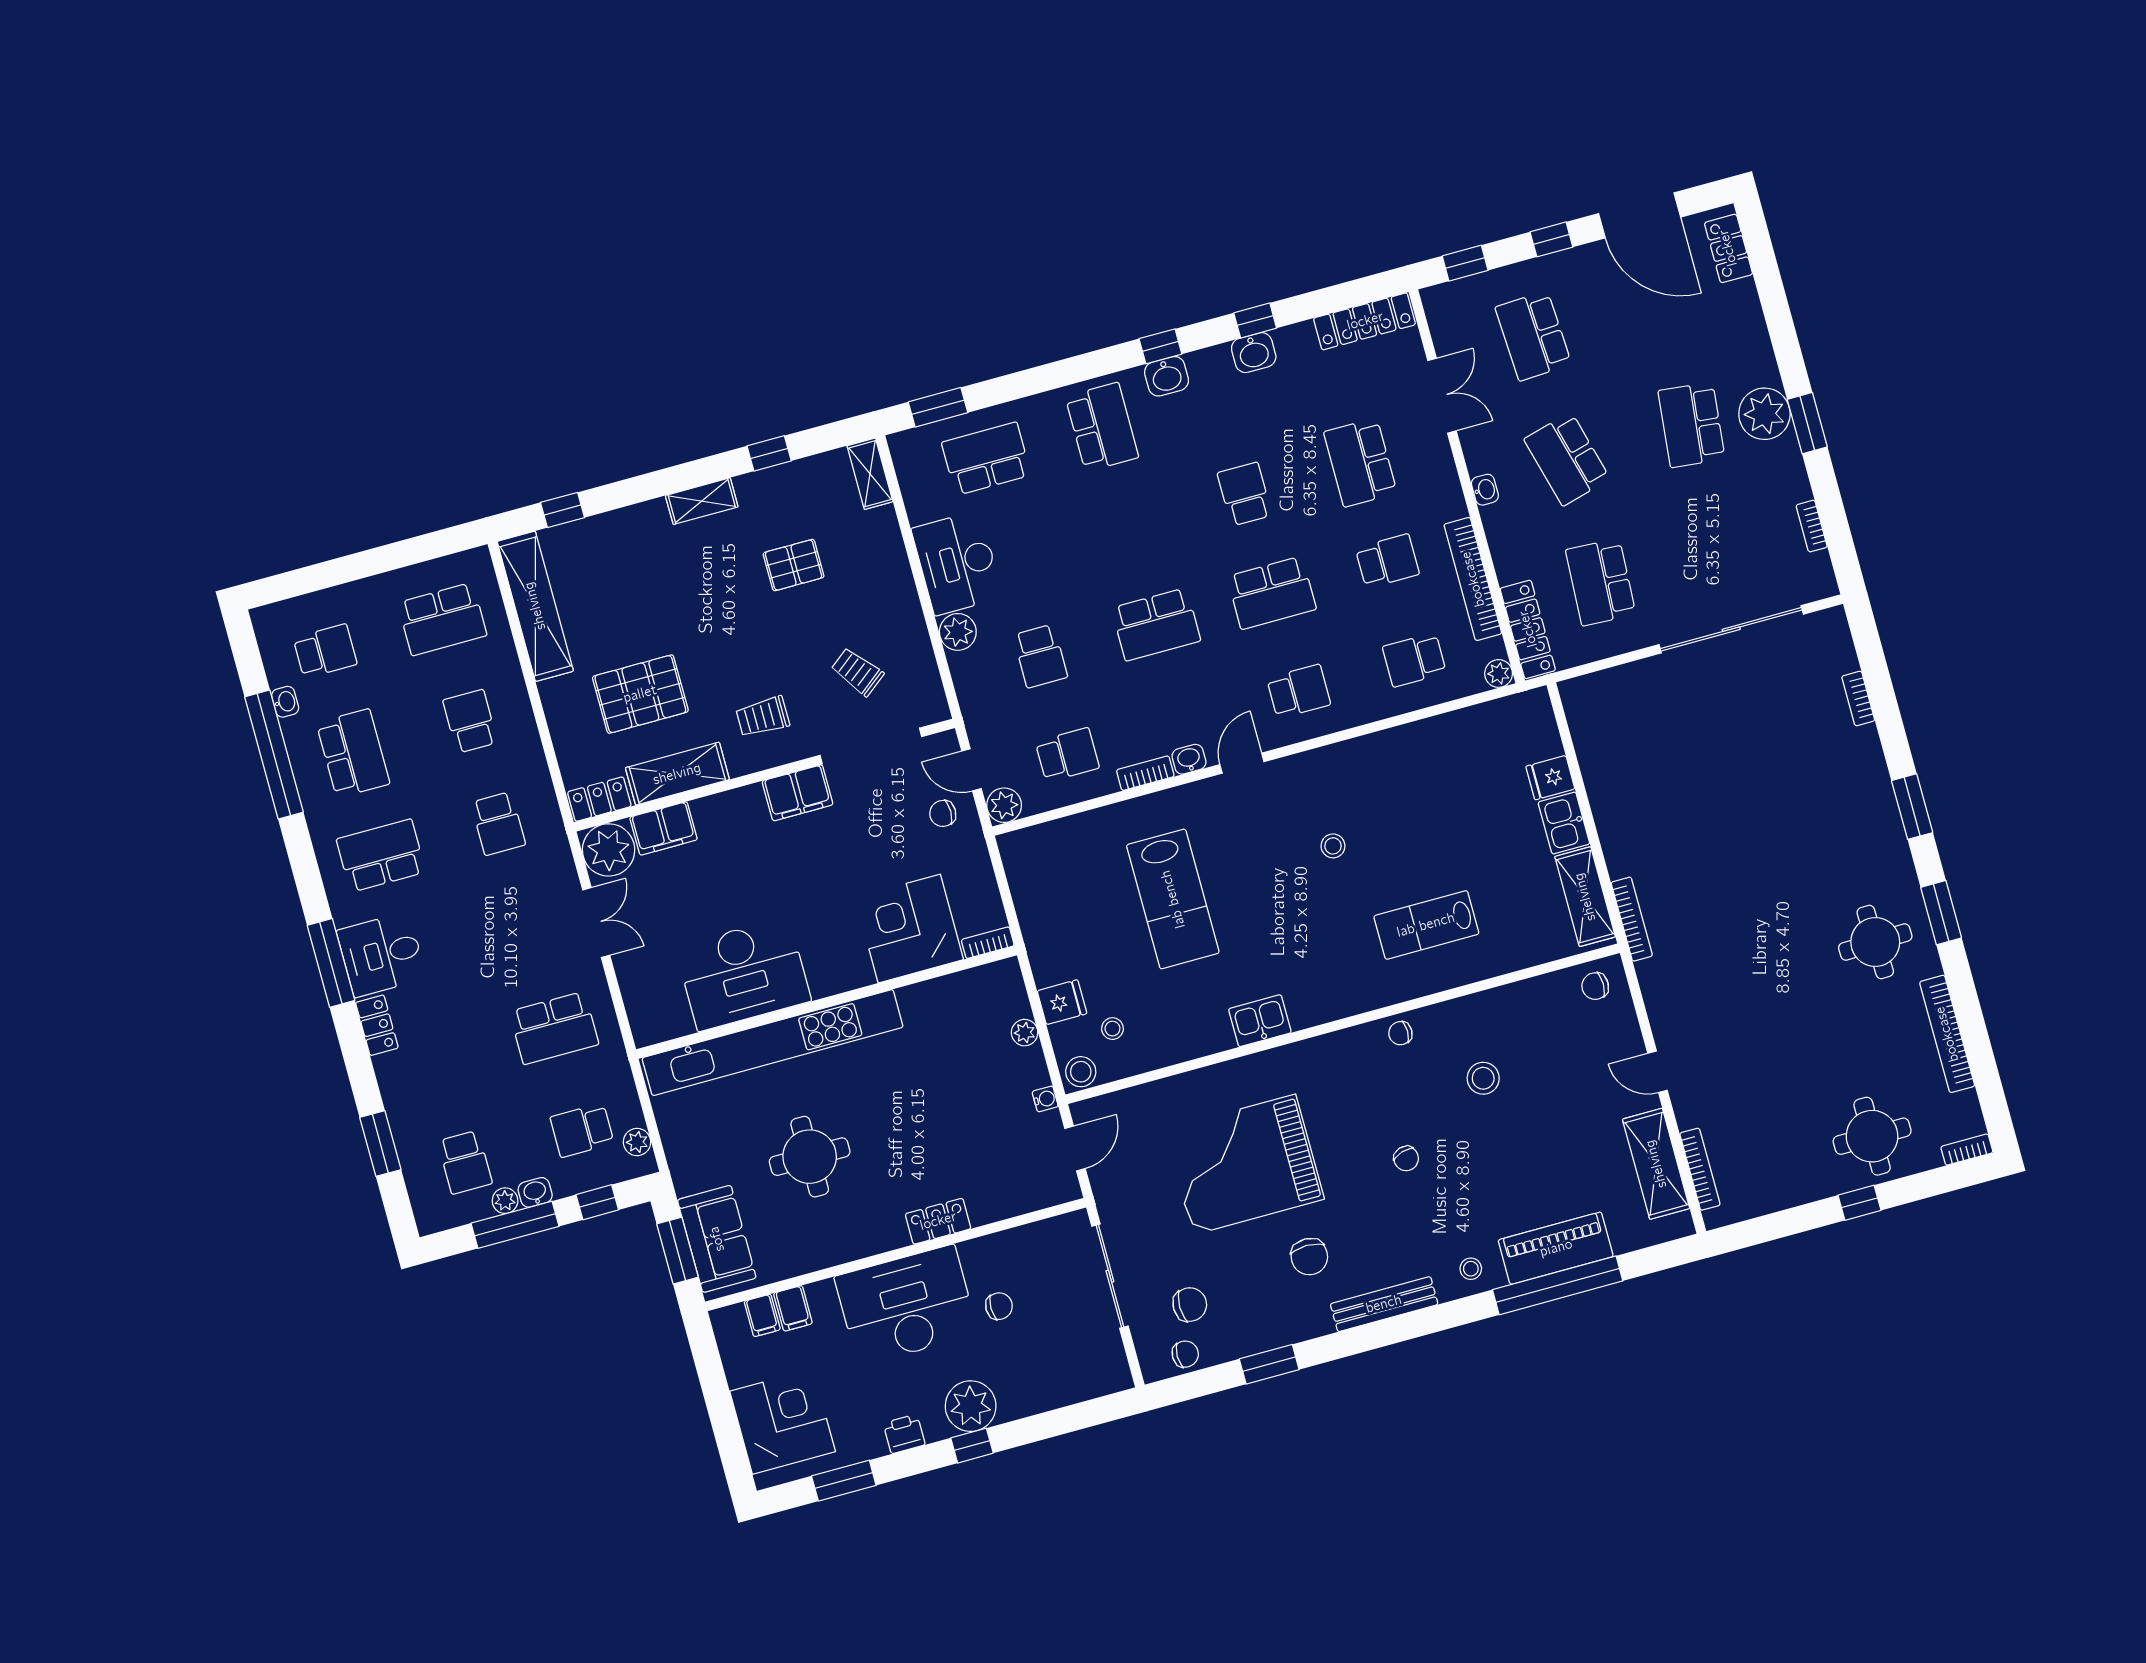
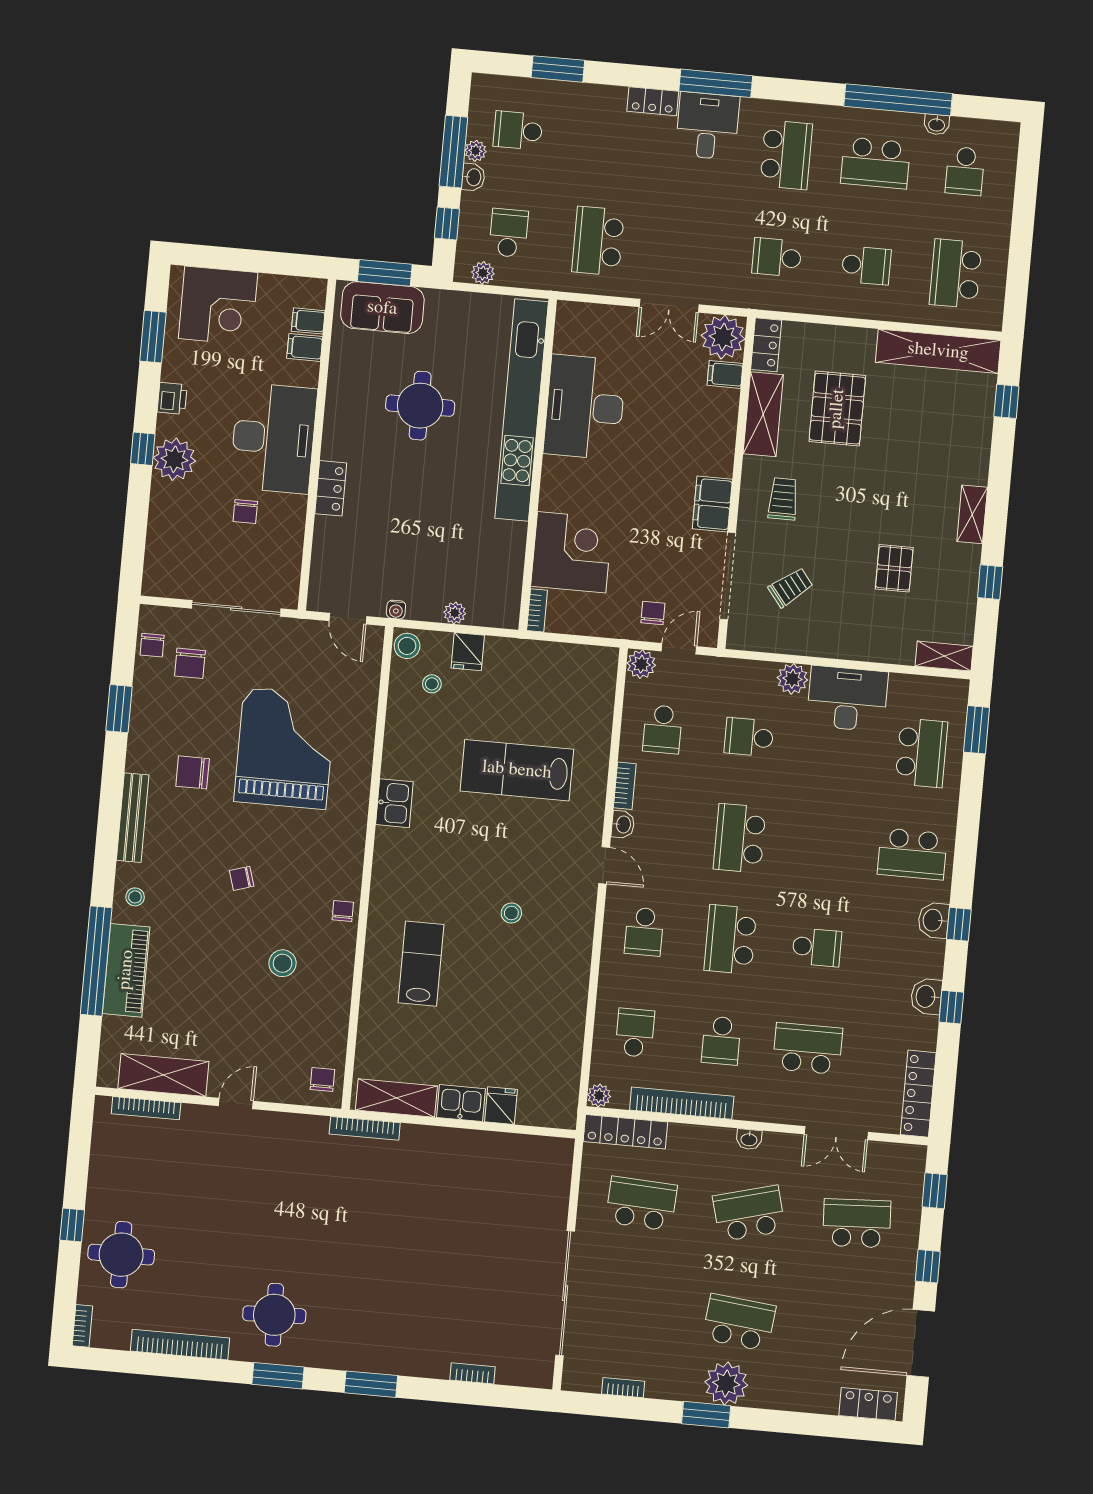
filing cabinet: (664, 828) -> (725, 374), width x0.50

